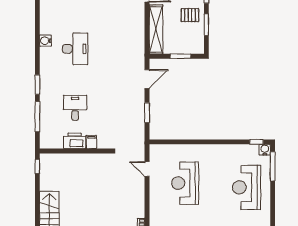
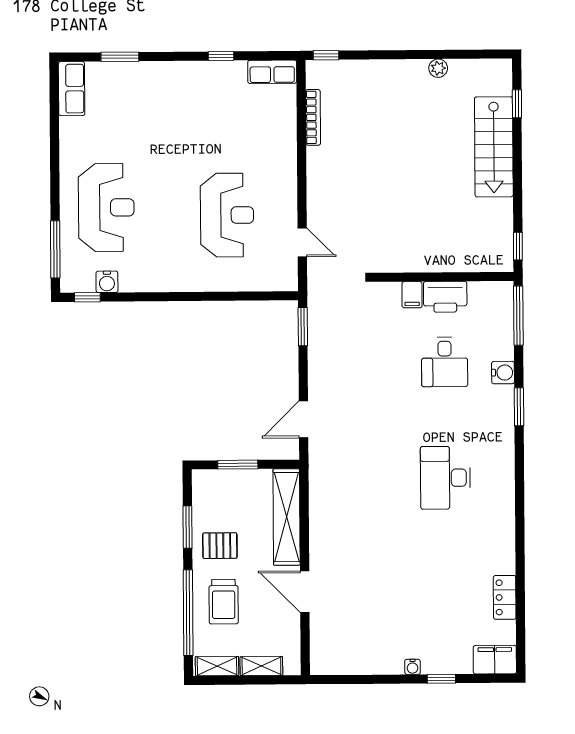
water cooler: (45, 41) -> (503, 373), moved
window: (147, 113) -> (303, 327), moved
window: (37, 117) -> (518, 316), moved
water cooler: (265, 150) -> (107, 282), moved

